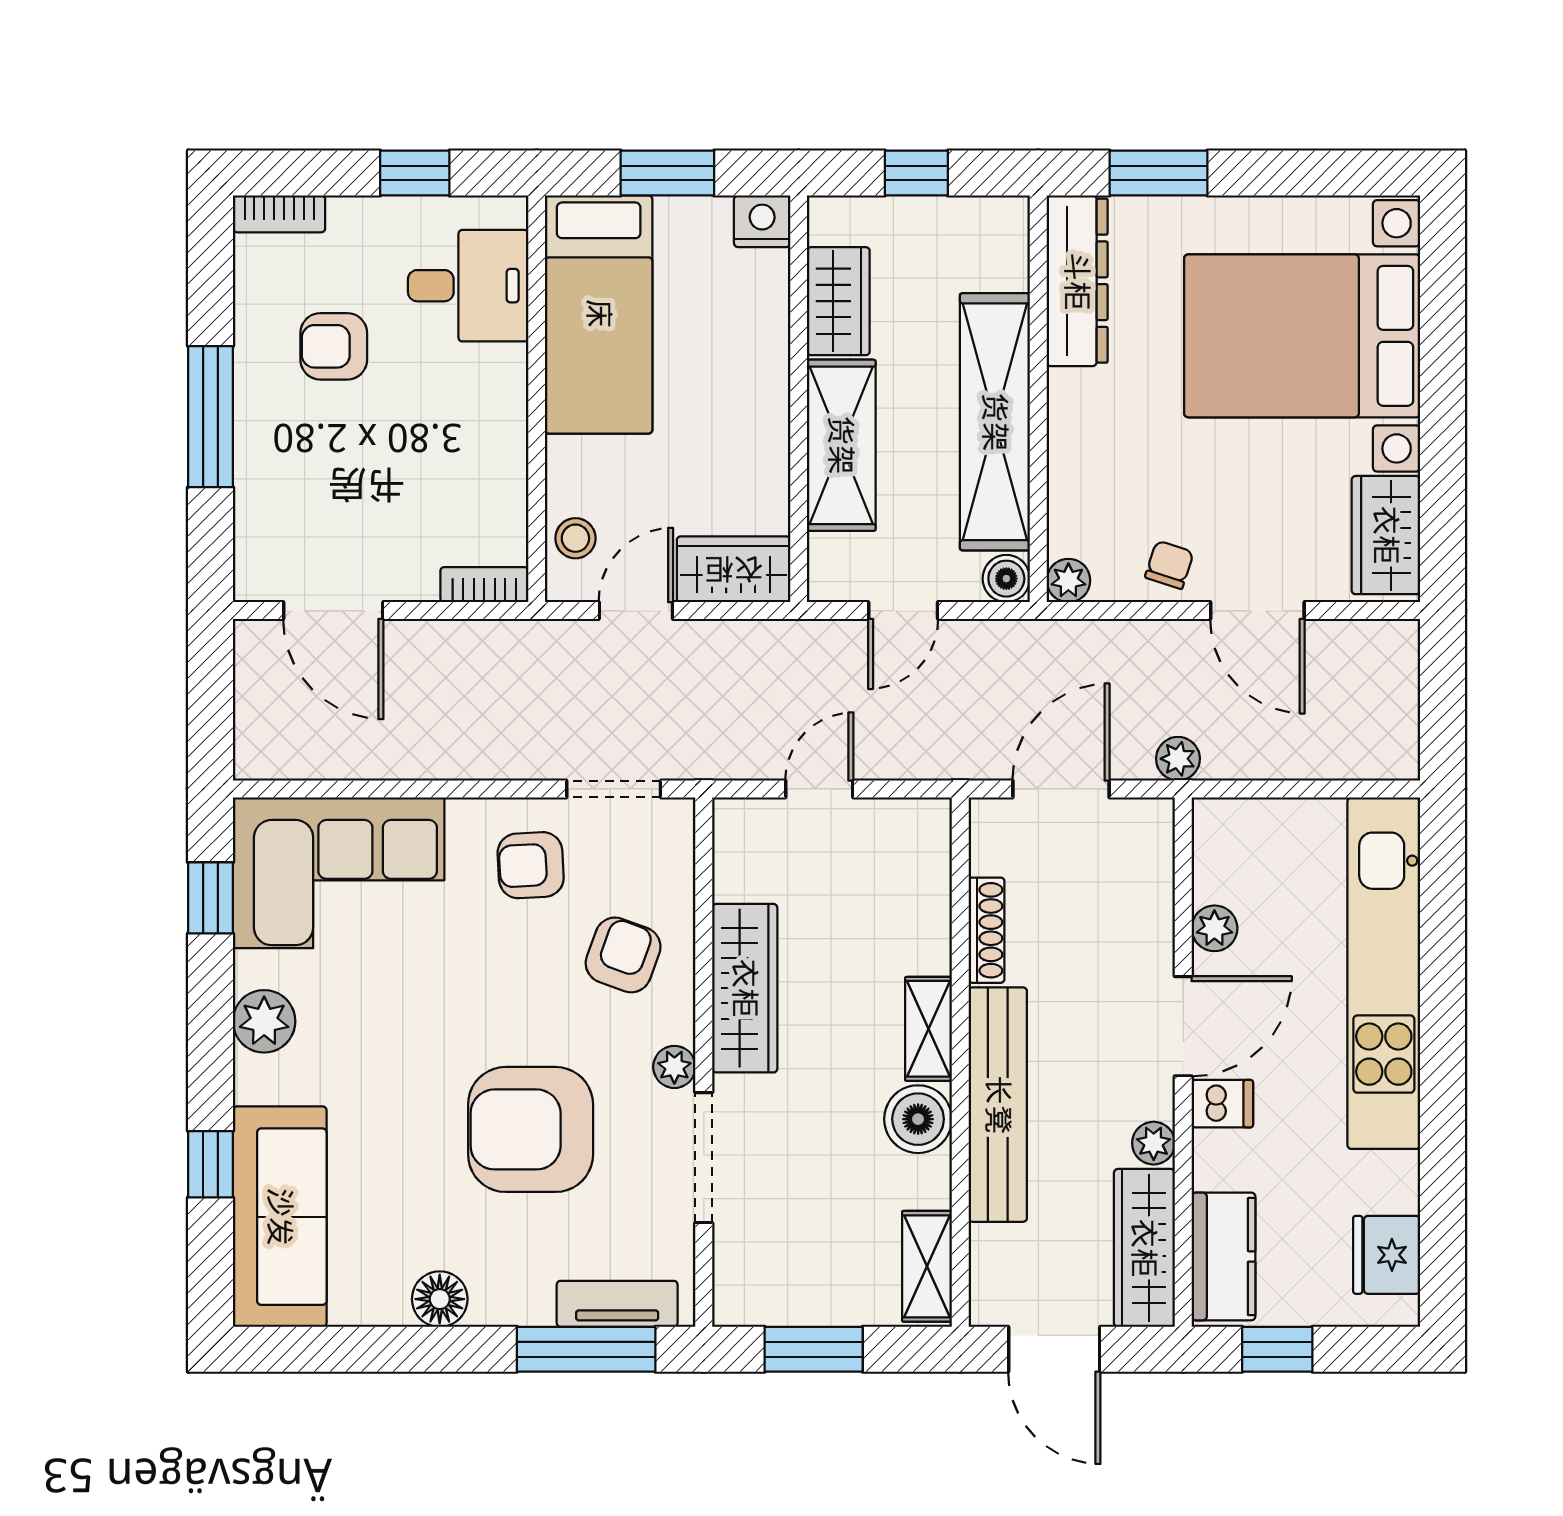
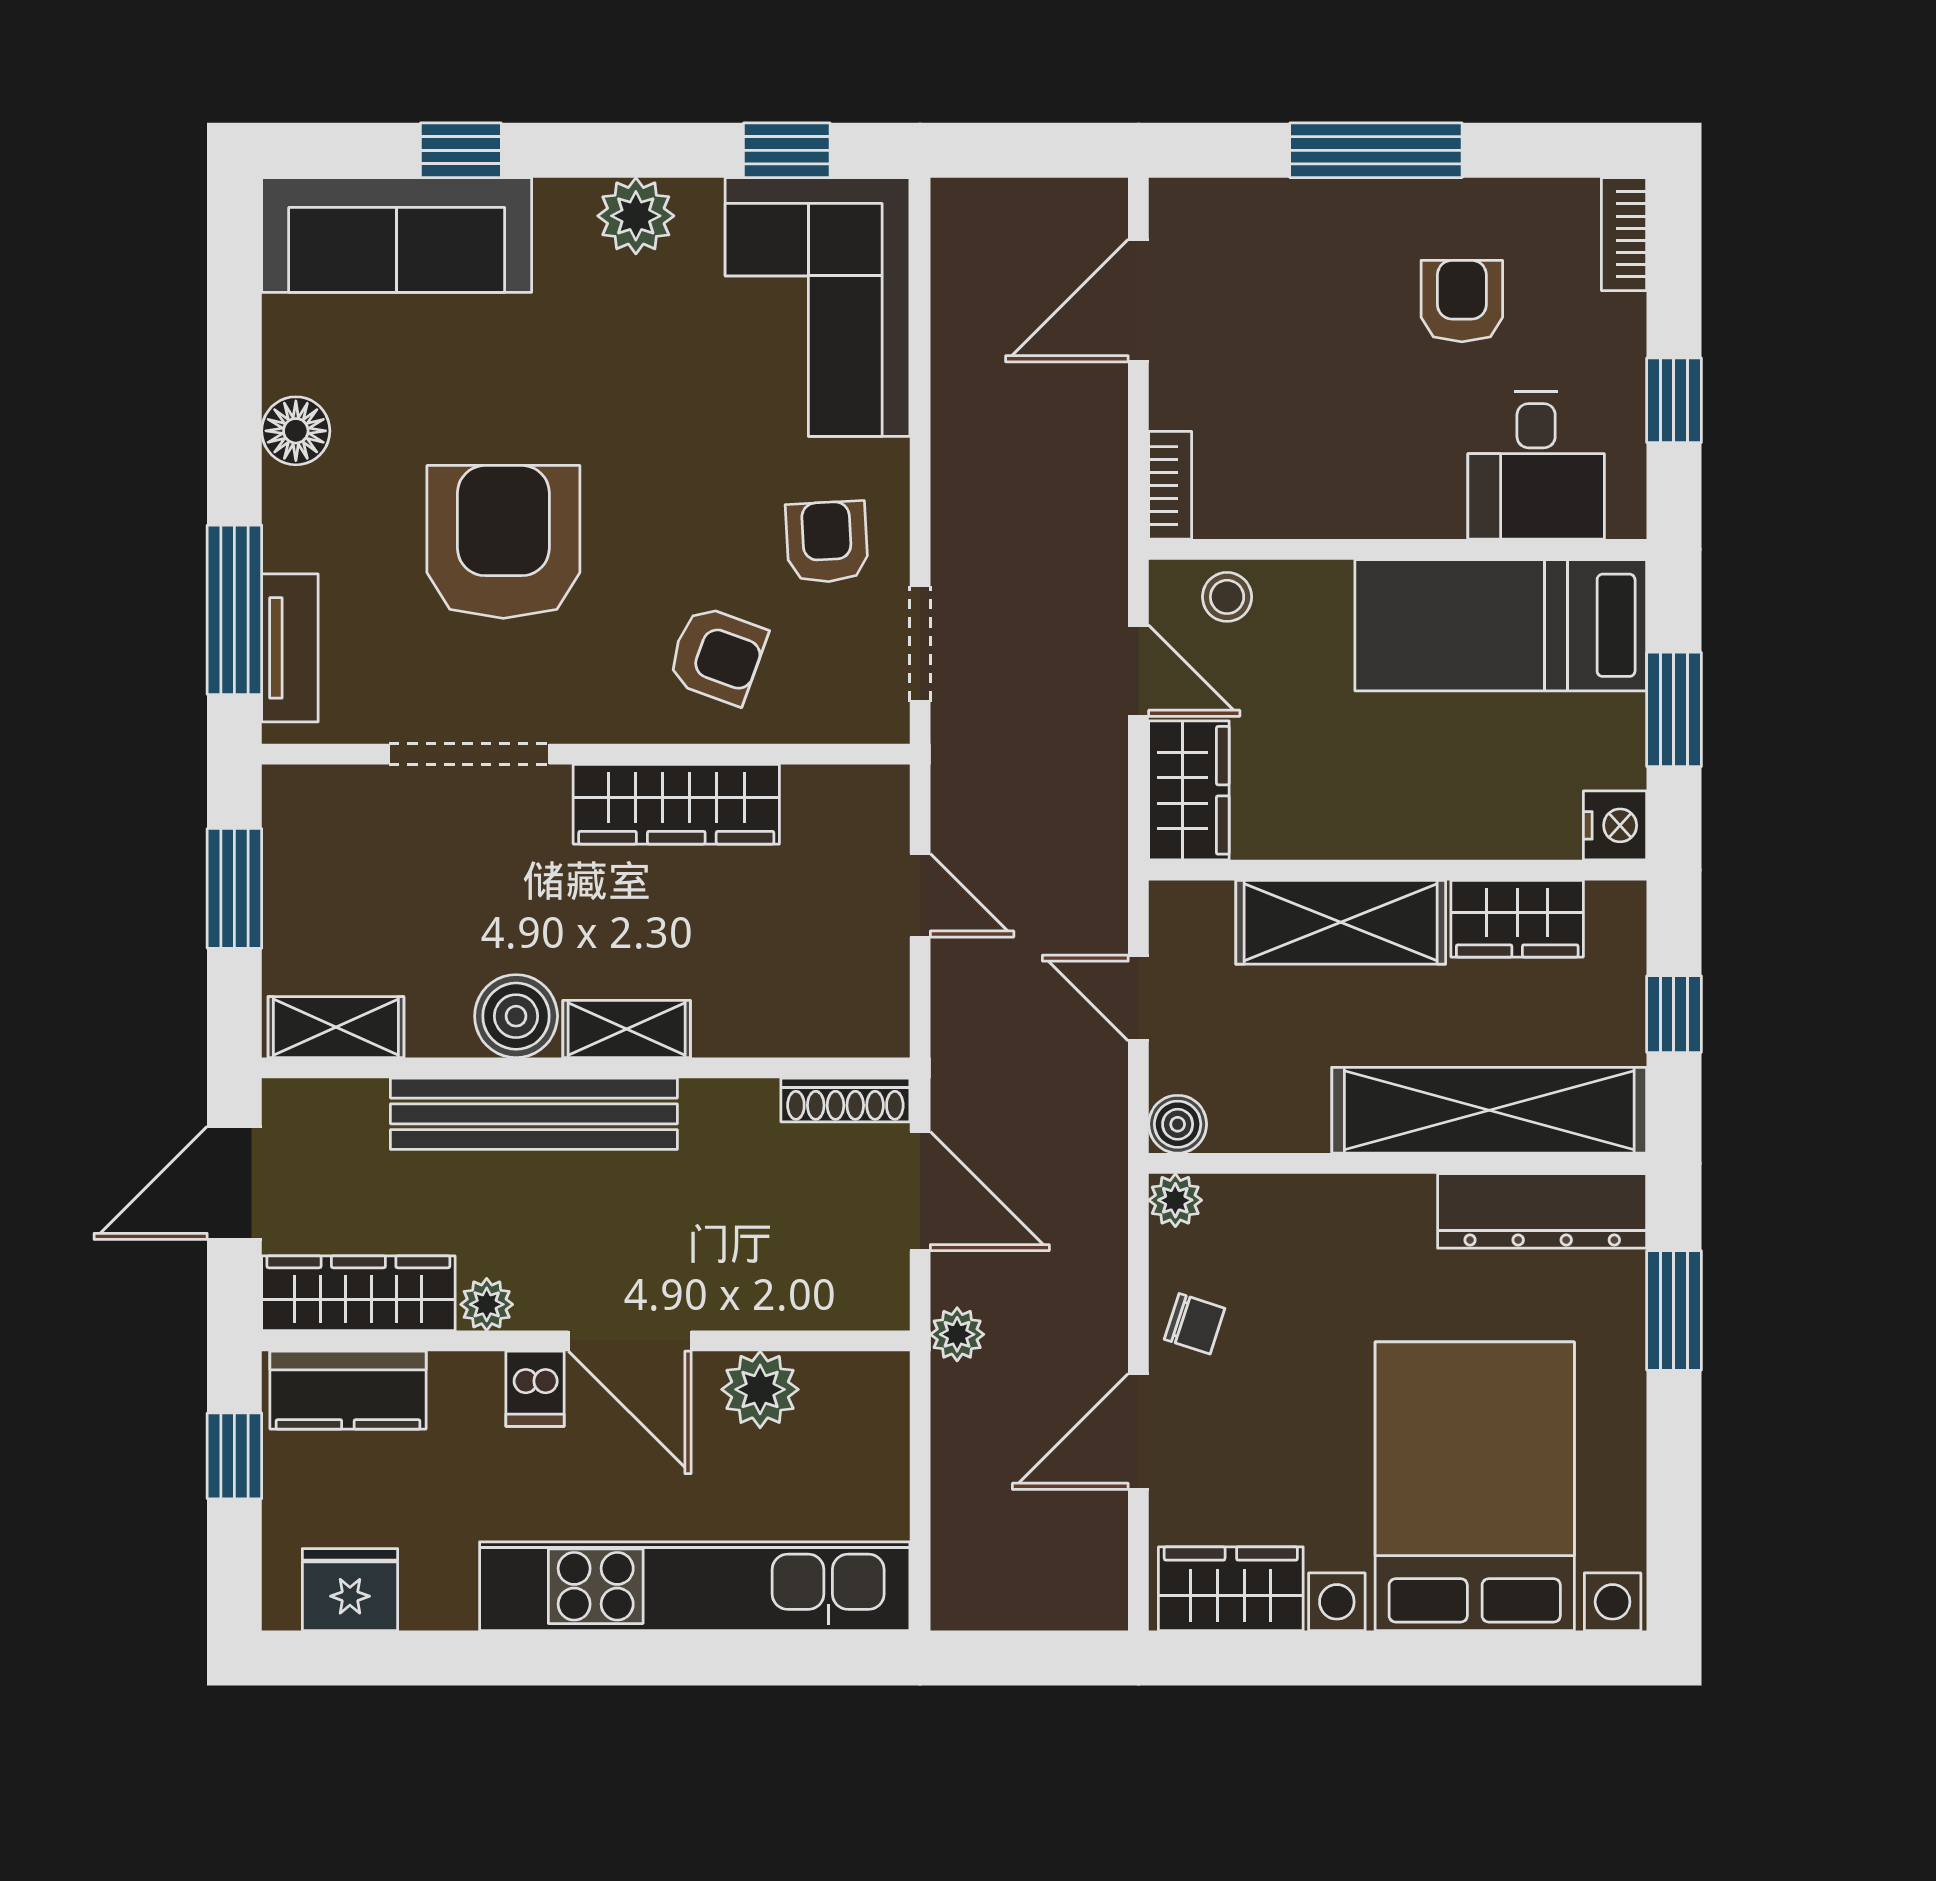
shelving: (995, 422) -> (1489, 1110), moved
plant: (1214, 928) -> (760, 1389), width x1.38, depth x1.38
shoe rack: (987, 930) -> (845, 1100), moved
plant: (674, 1067) -> (580, 718), removed

